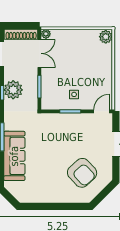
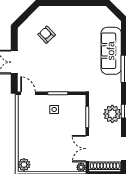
door: (102, 111) -> (28, 93), swing flipped
armchair: (82, 173) -> (47, 35), width x0.53, depth x0.53

